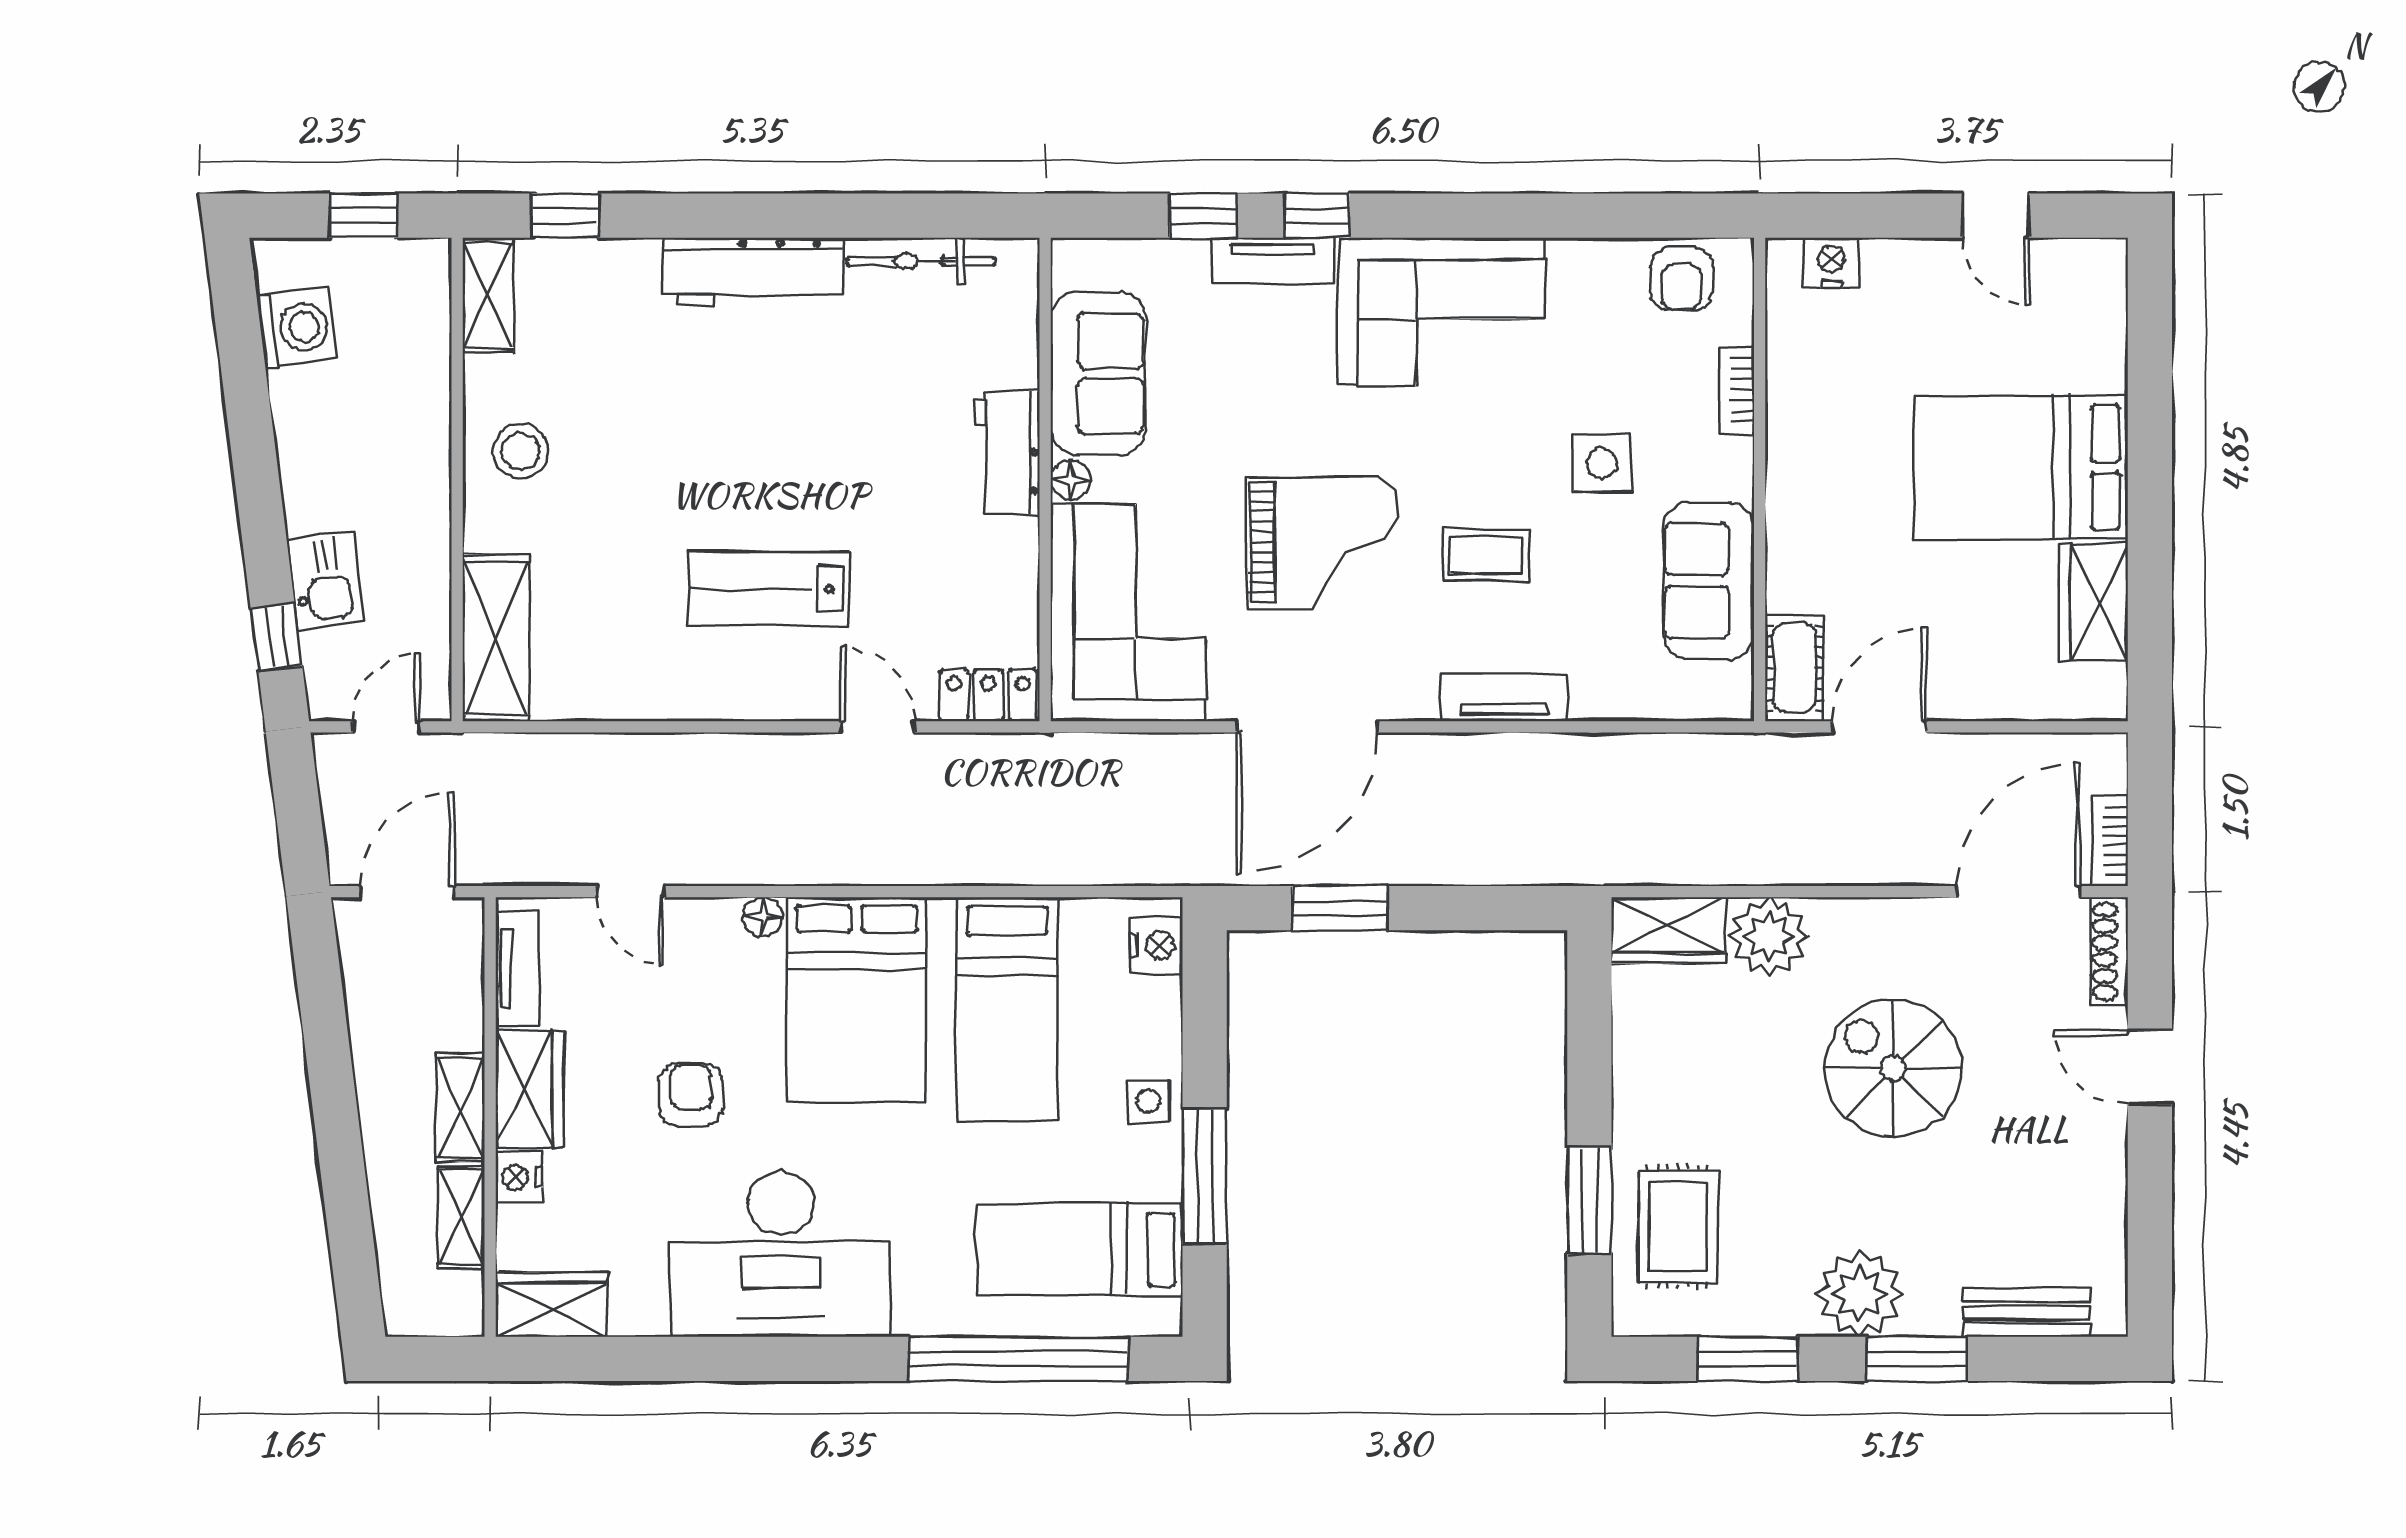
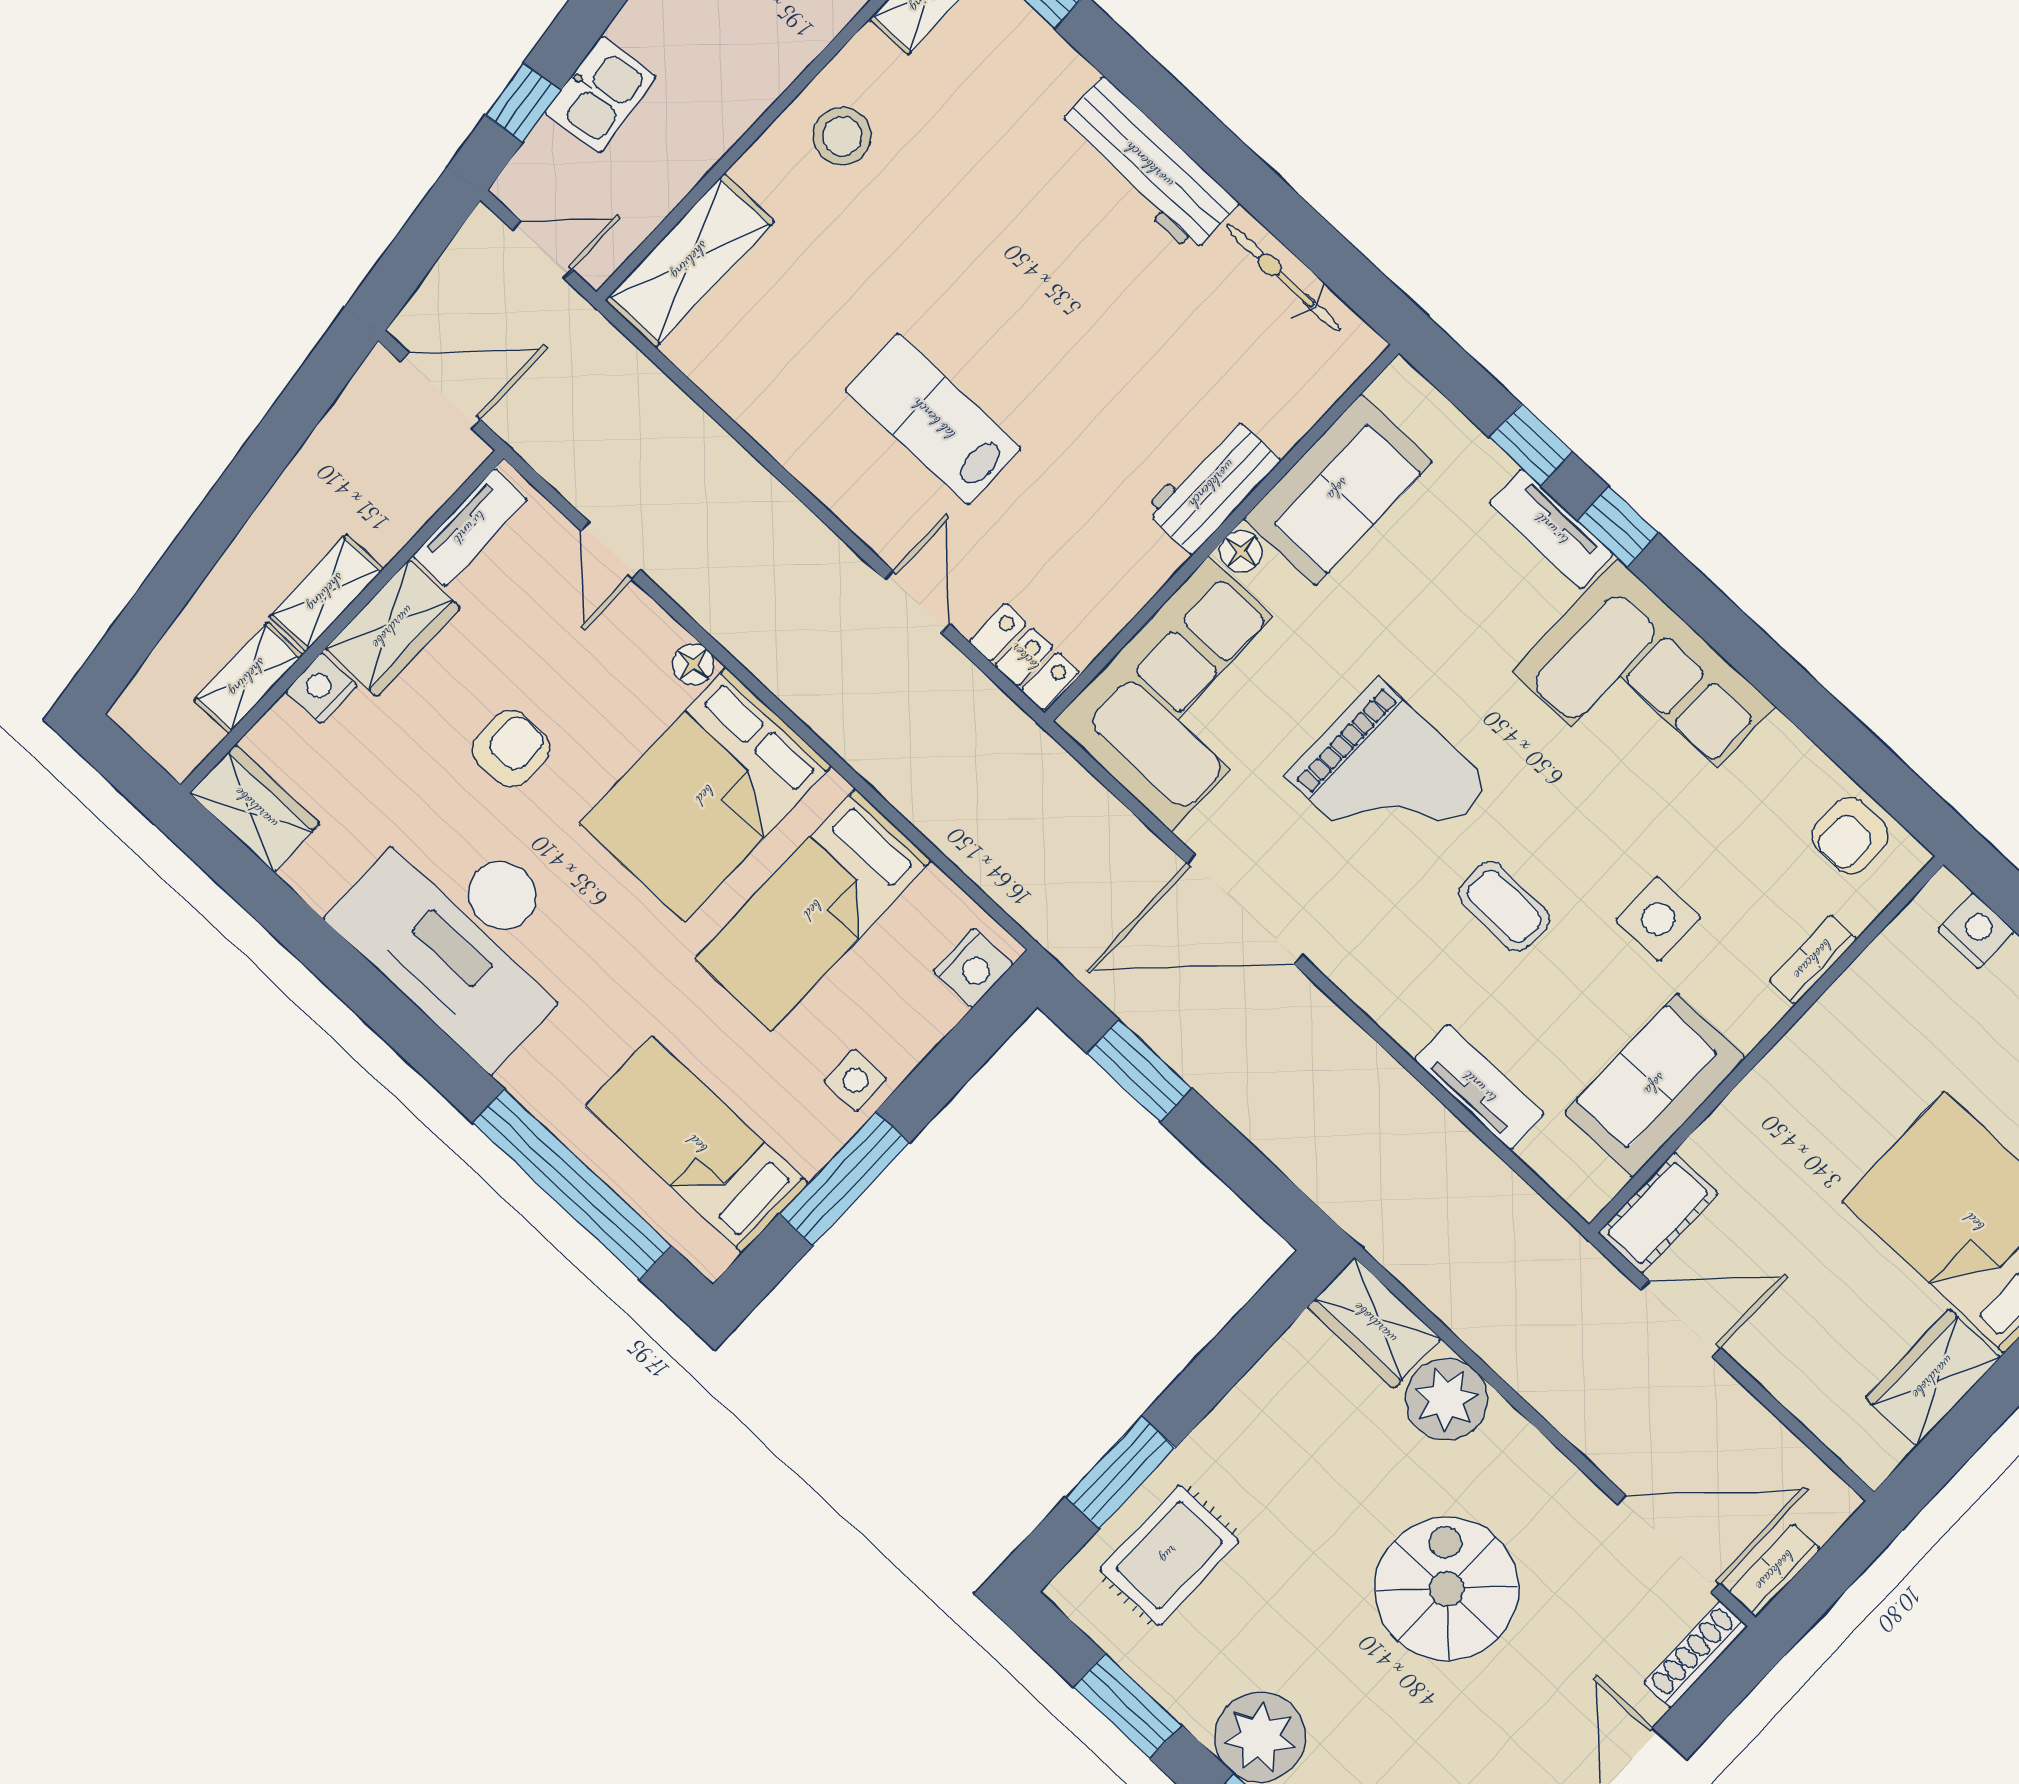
tv unit: (1504, 697) -> (1479, 1087), moved

